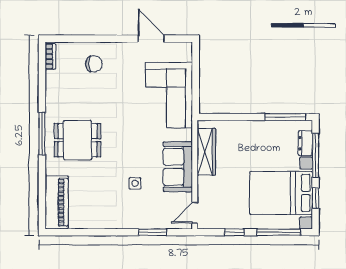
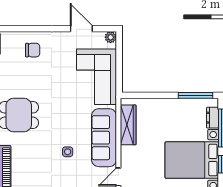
plant: (186, 49) -> (111, 37), added
sofa: (178, 167) -> (104, 138), width x1.36

